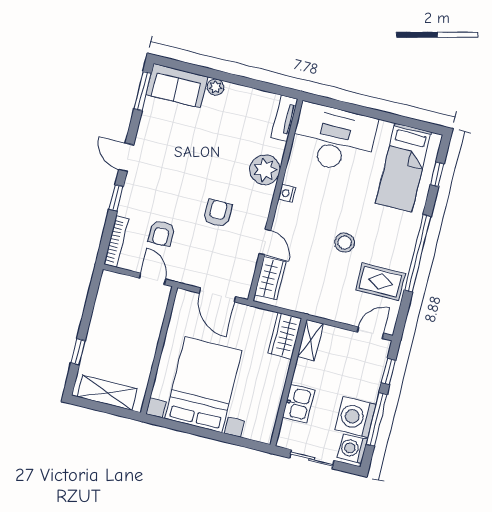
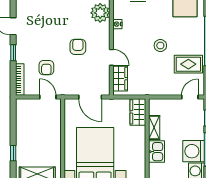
shelving: (310, 340) -> (154, 128), moved

